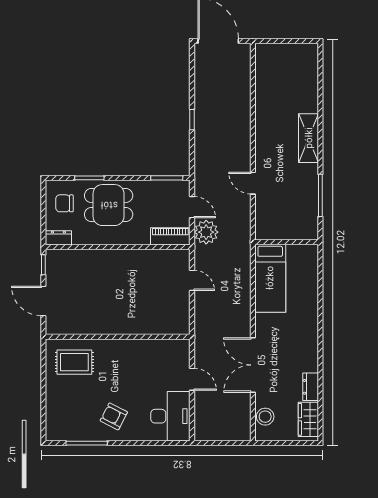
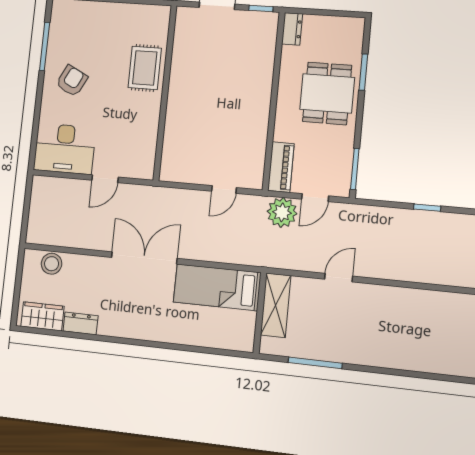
shelving: (309, 138) -> (276, 305), moved, turned 90
chair: (64, 203) -> (334, 39), removed
rug: (74, 362) -> (145, 68), moved
double door: (253, 365) -> (144, 258), moved

